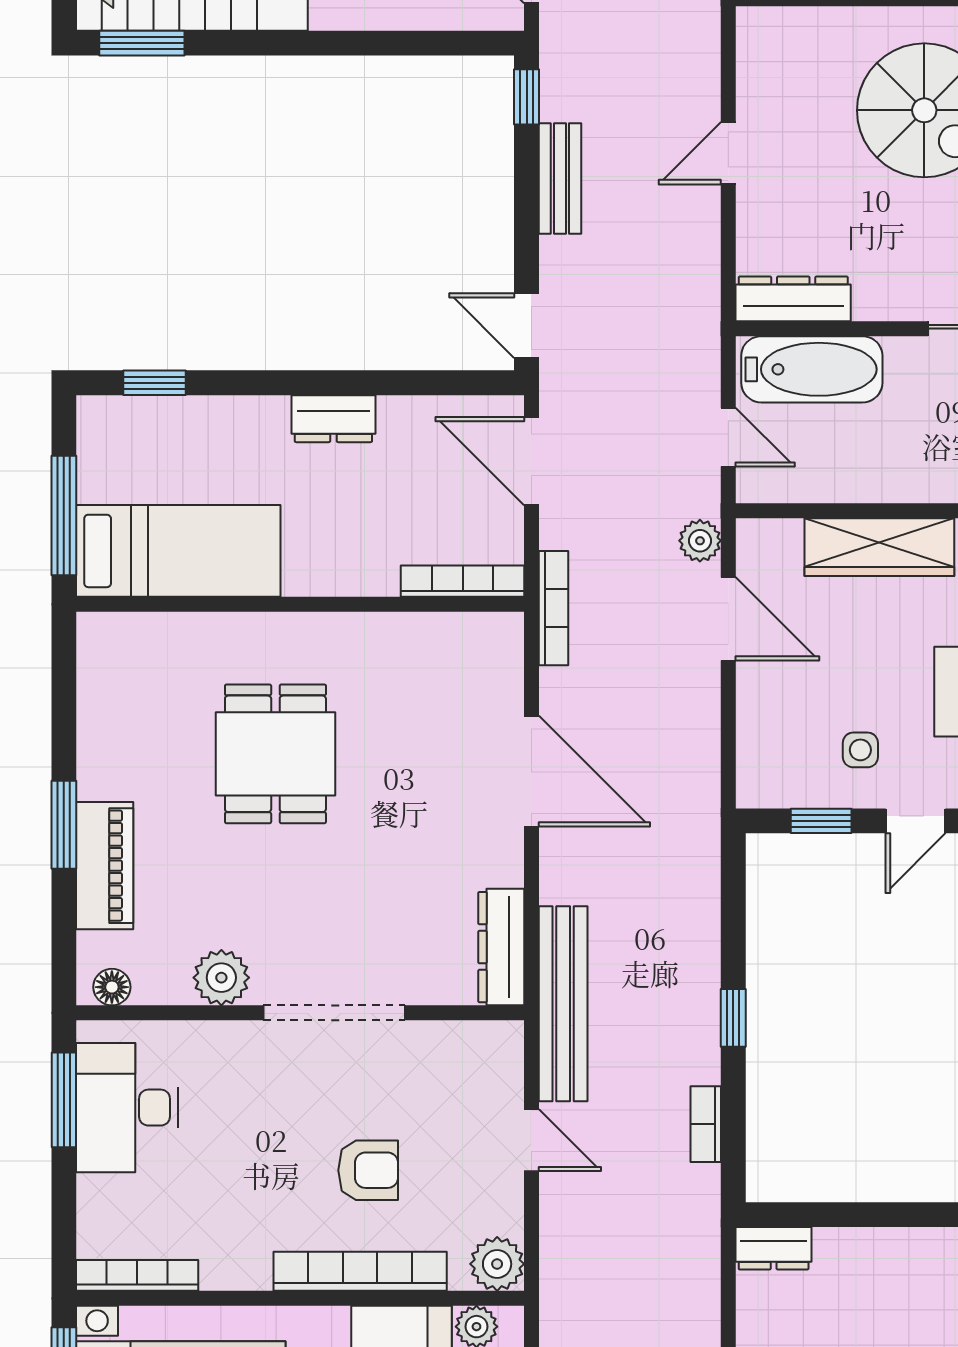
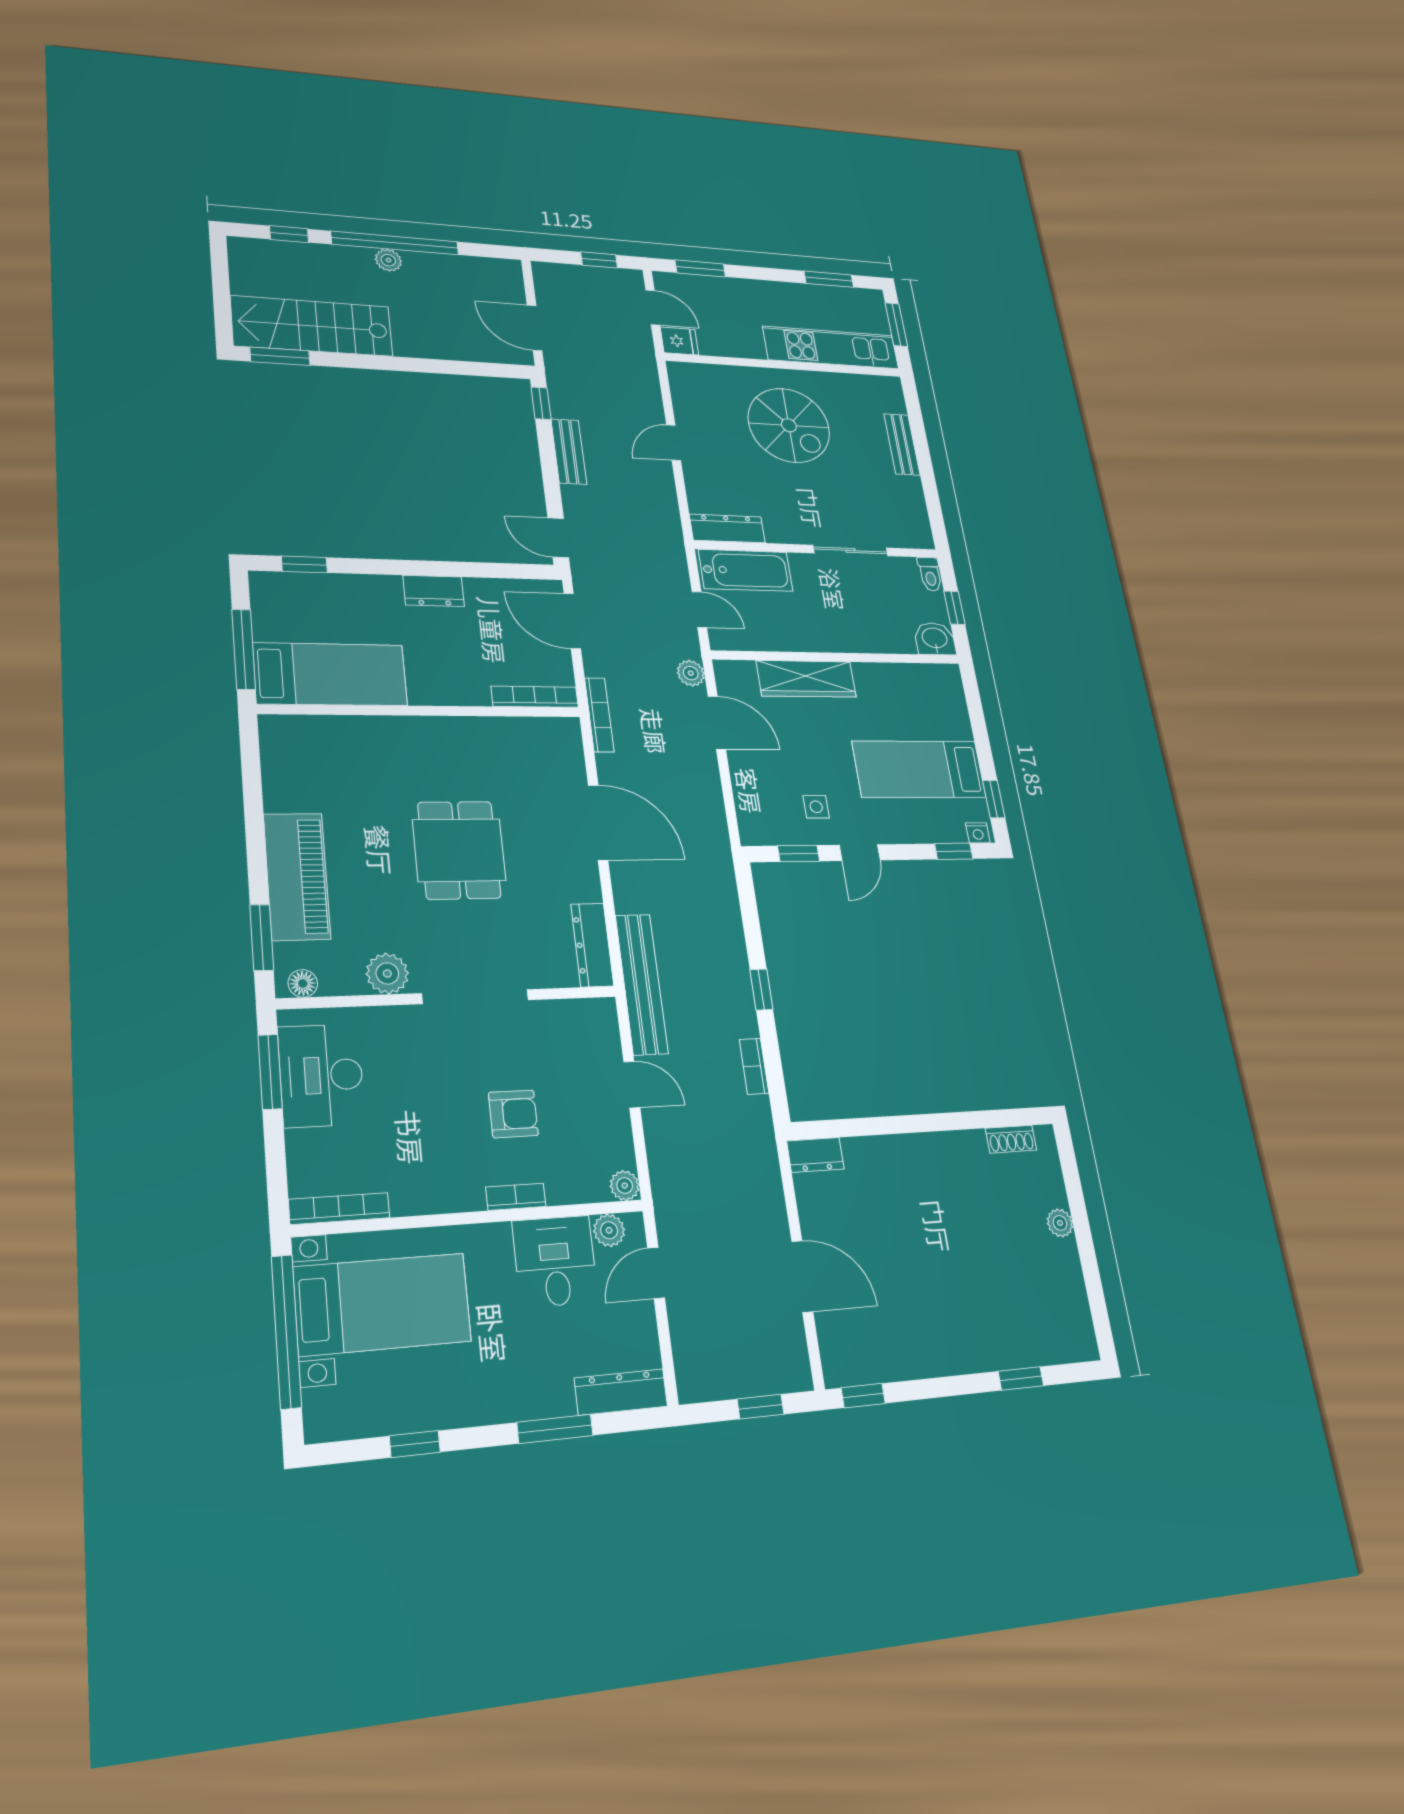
dining table: (275, 754) -> (459, 850), moved
window: (64, 825) -> (262, 937), moved
piano: (105, 866) -> (297, 876), width x1.37, depth x1.33
plant: (497, 1264) -> (625, 1186), width x0.73, depth x0.73
bookcase: (360, 1271) -> (516, 1197), width x0.43, depth x0.76

